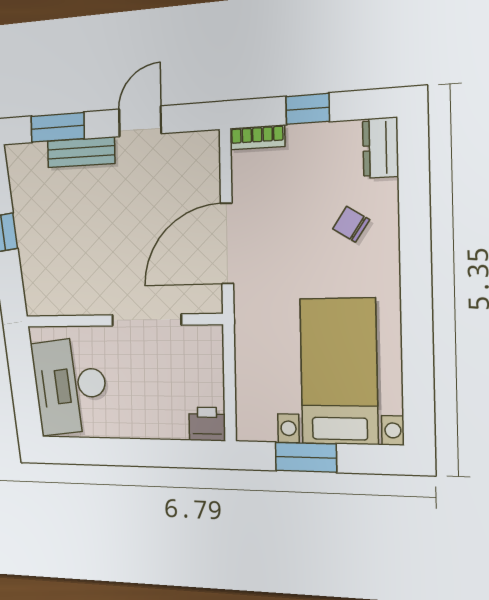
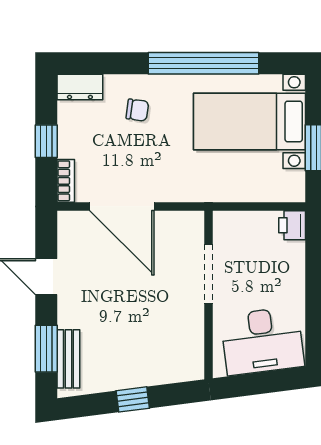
bench: (81, 152) -> (68, 359), moved
chair: (351, 224) -> (137, 110), turned -115
door: (227, 243) -> (122, 206), moved
window: (417, 310) -> (204, 63), added

